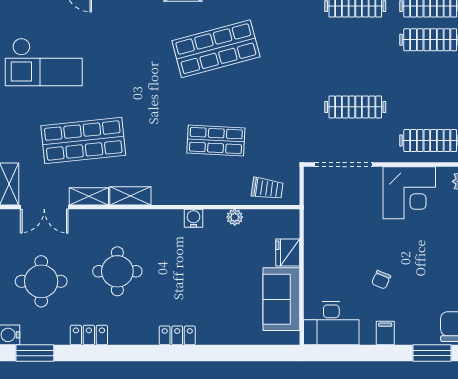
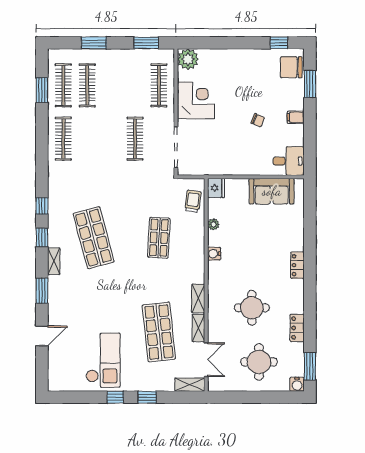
fridge: (288, 252) -> (216, 188), moved, turned -90
desk: (331, 323) -> (289, 161), width x0.73

